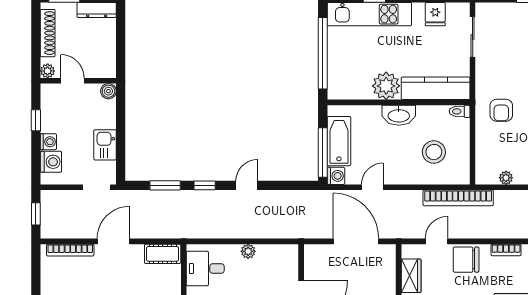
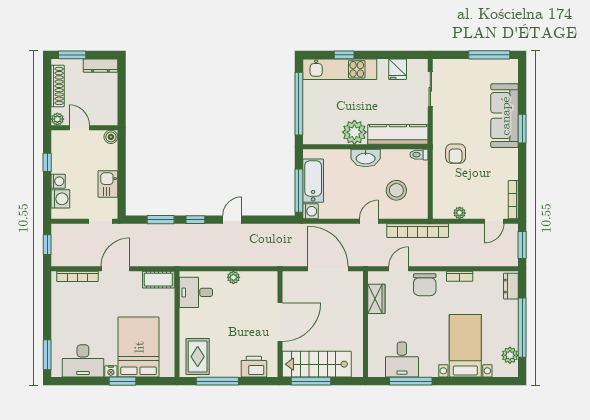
door: (372, 187) -> (369, 221), moved
chair: (466, 260) -> (425, 285), turned -90

